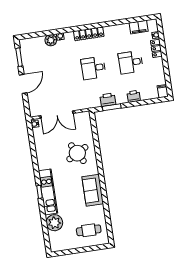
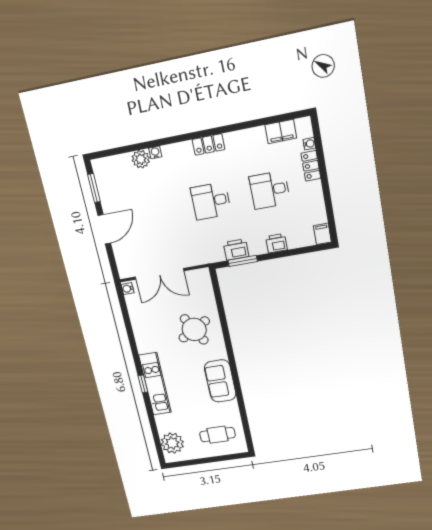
locker: (89, 34) -> (208, 144), width x0.66
plant: (54, 223) -> (172, 443), moved

